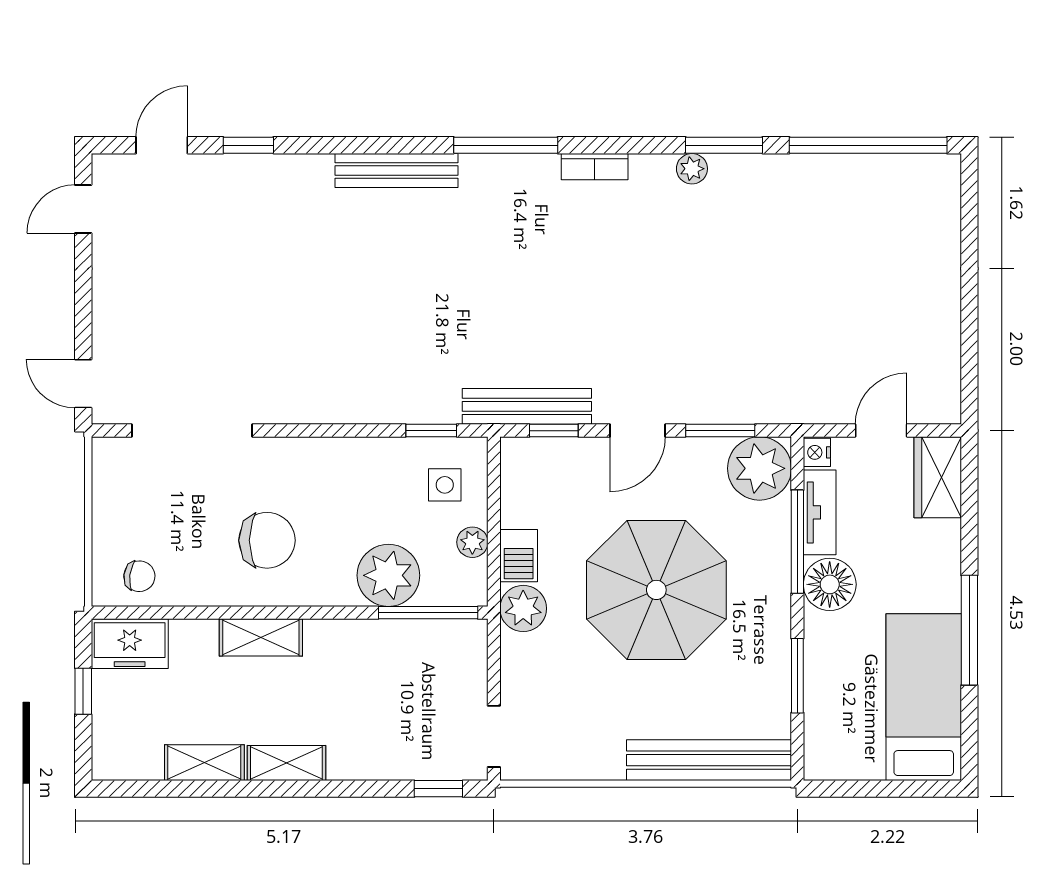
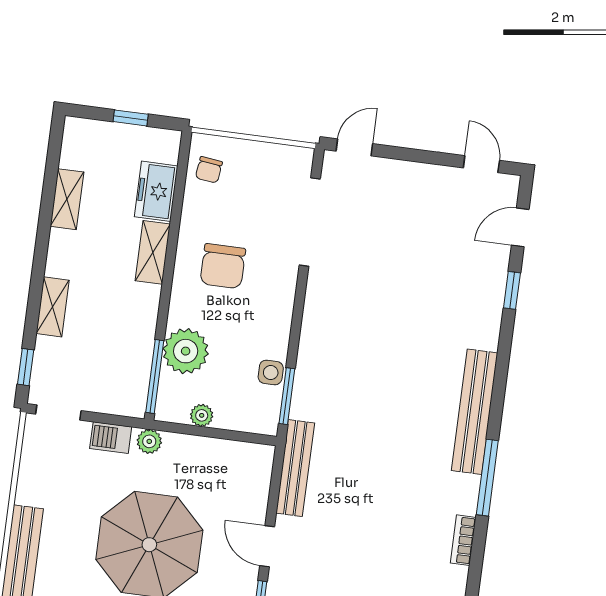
door: (162, 145) -> (520, 227), swing flipped
bench: (396, 171) -> (475, 412), width x1.37, depth x1.21
window: (431, 431) -> (287, 396), width x1.50
window: (554, 431) -> (275, 485), removed
side table: (445, 485) -> (271, 372), moved
barbecue: (519, 556) -> (111, 438), moved
plant: (523, 608) -> (149, 441), width x0.73, depth x0.73
freezer: (130, 644) -> (156, 191), moved
shelving: (286, 763) -> (53, 307), moved

